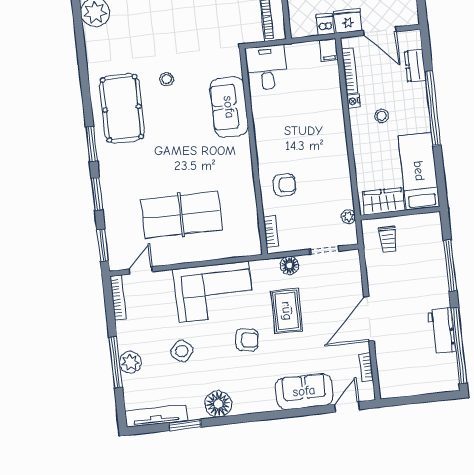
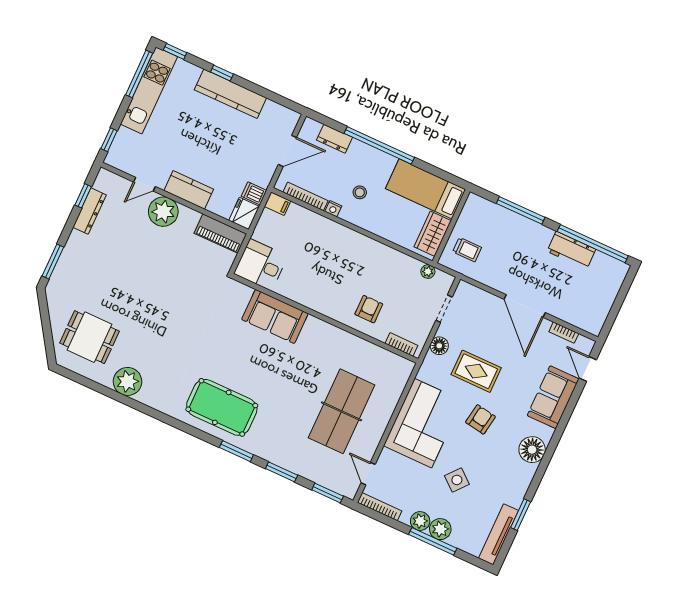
fridge: (348, 21) -> (244, 213), moved
stool: (167, 79) -> (220, 355), removed
plant: (127, 340) -> (420, 521), added
floor lamp: (218, 404) -> (532, 450), moved

